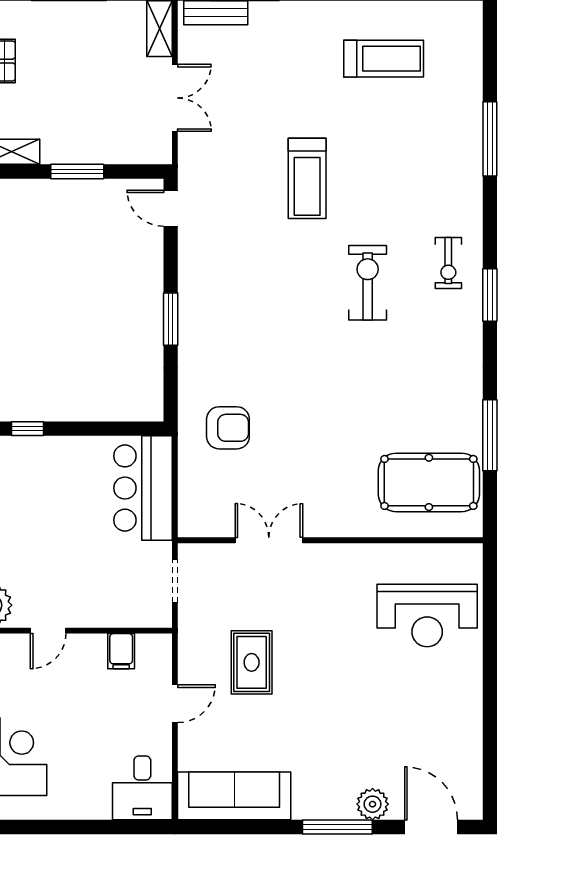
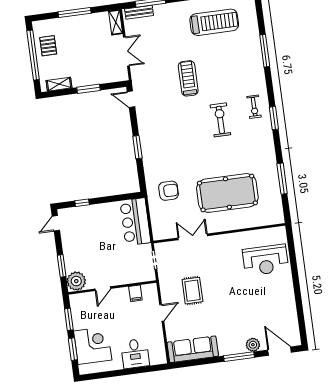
treadmill: (384, 59) -> (214, 22), width x1.37, depth x1.38
treadmill: (307, 178) -> (188, 78), turned 180
pool table: (429, 482) -> (227, 193), moved, width x1.36, depth x1.32
desk: (142, 788) -> (135, 353), moved

